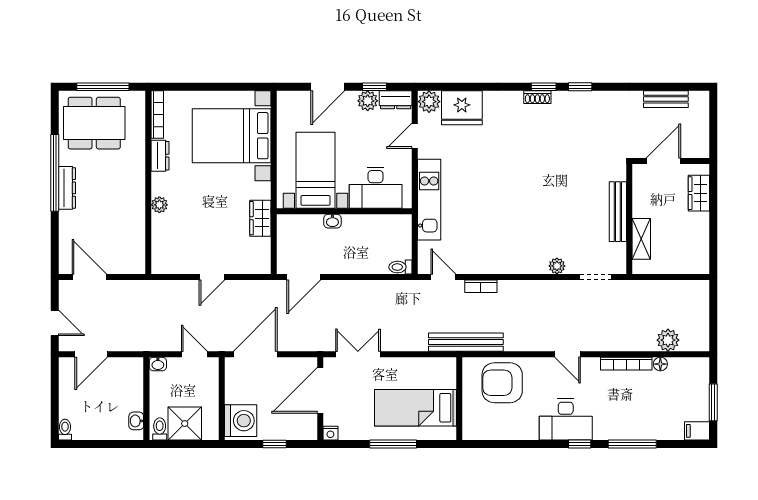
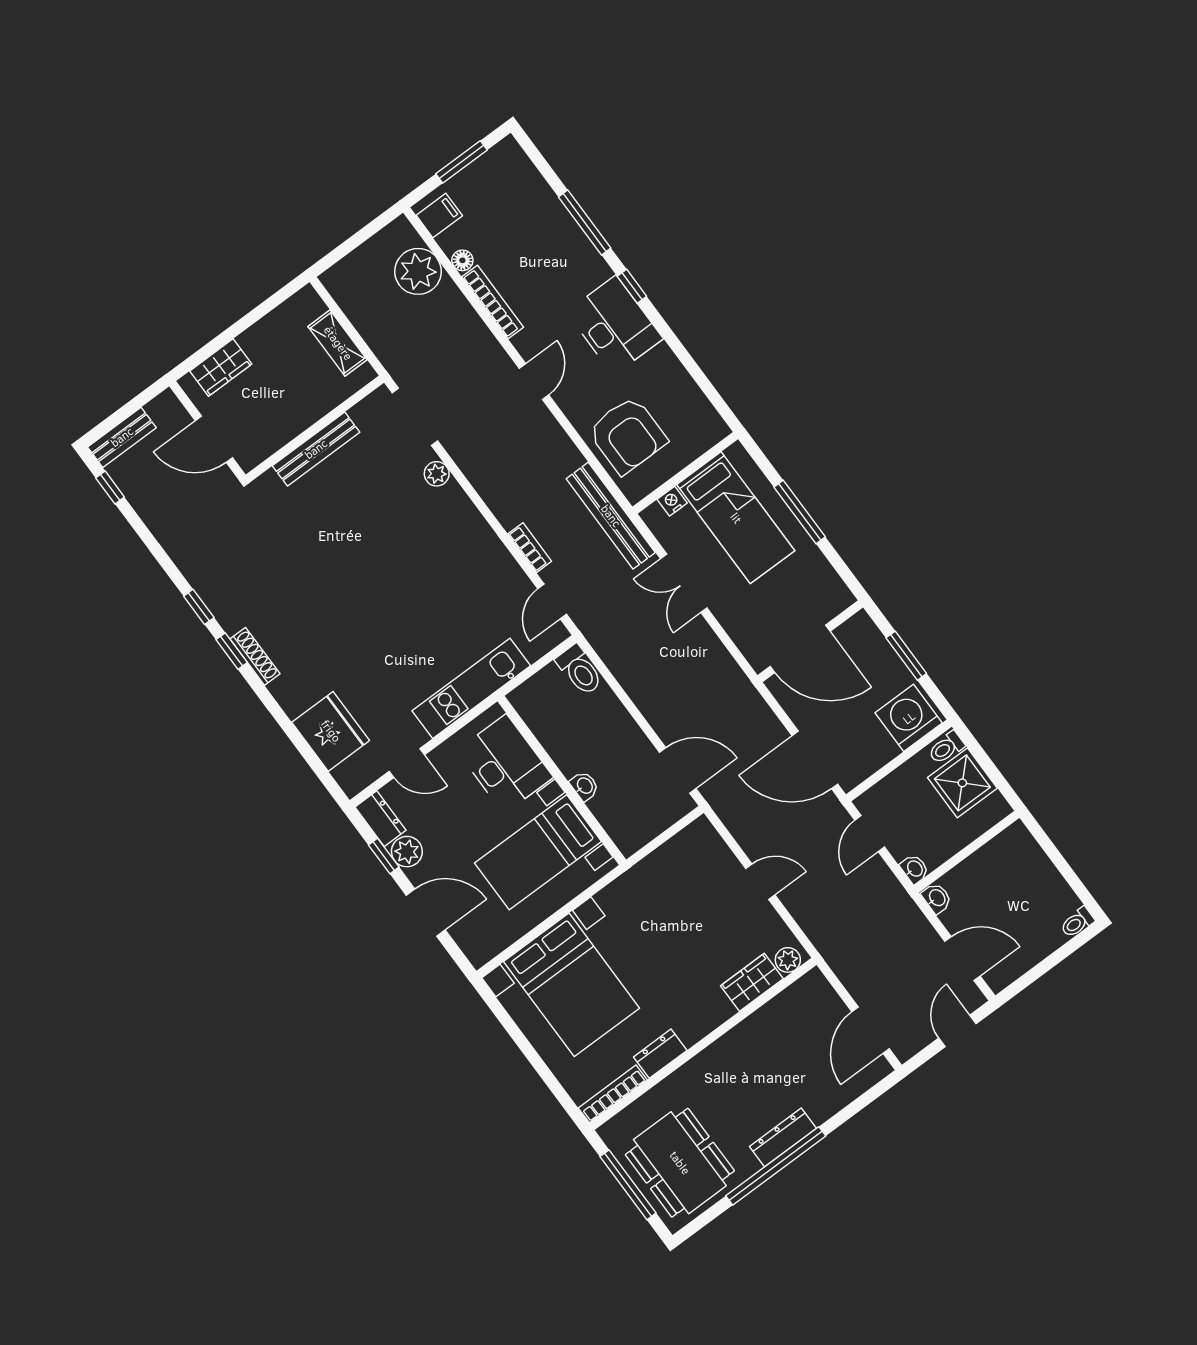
window: (679, 87) -> (110, 487), added
shoe rack: (537, 97) -> (255, 656), width x1.43
bench: (666, 99) -> (122, 437), moved, turned 90
plant: (429, 102) -> (353, 777), removed
plant: (159, 205) -> (788, 960), moved
wardrobe: (260, 218) -> (752, 982), moved, turned 180
shelving: (641, 239) -> (338, 343), moved, turned 90
toilet: (400, 267) -> (580, 670), width x1.37, depth x1.39
doorway: (596, 277) -> (415, 417), width x1.38
plant: (668, 340) -> (418, 271), width x1.36, depth x1.36
double door: (358, 354) -> (684, 583), moved
washbasin: (136, 421) -> (937, 898), moved, turned -90
toilet: (160, 429) -> (946, 748), moved
filing cabinet: (697, 431) -> (439, 215), moved, turned -90
nightstand: (330, 433) -> (672, 501), moved, turned -90
window: (275, 444) -> (906, 656), width x1.50

